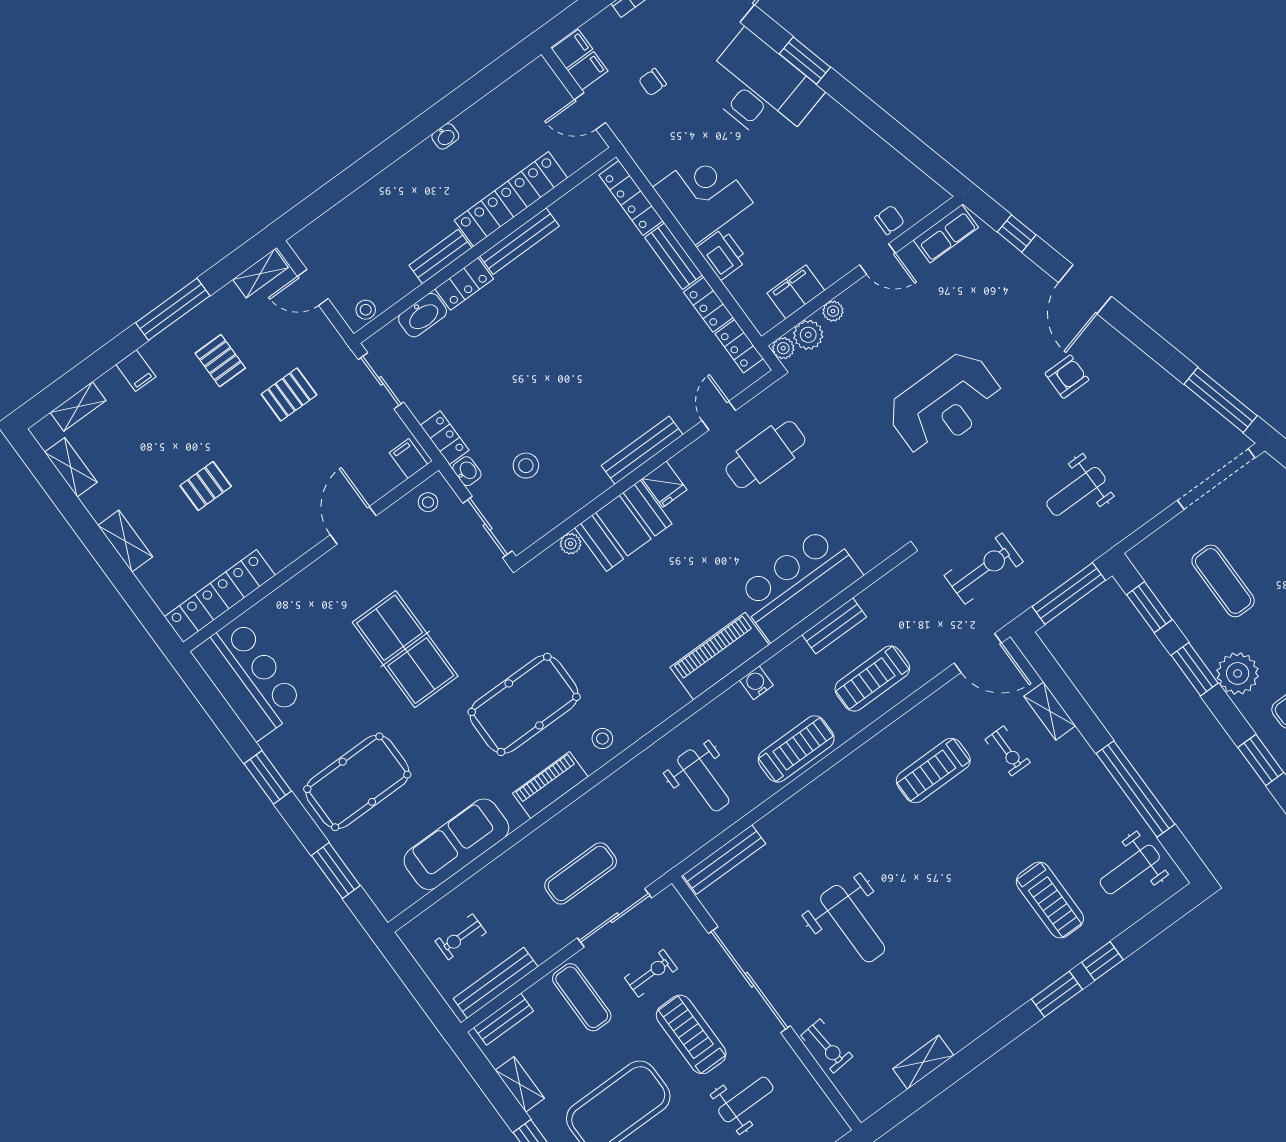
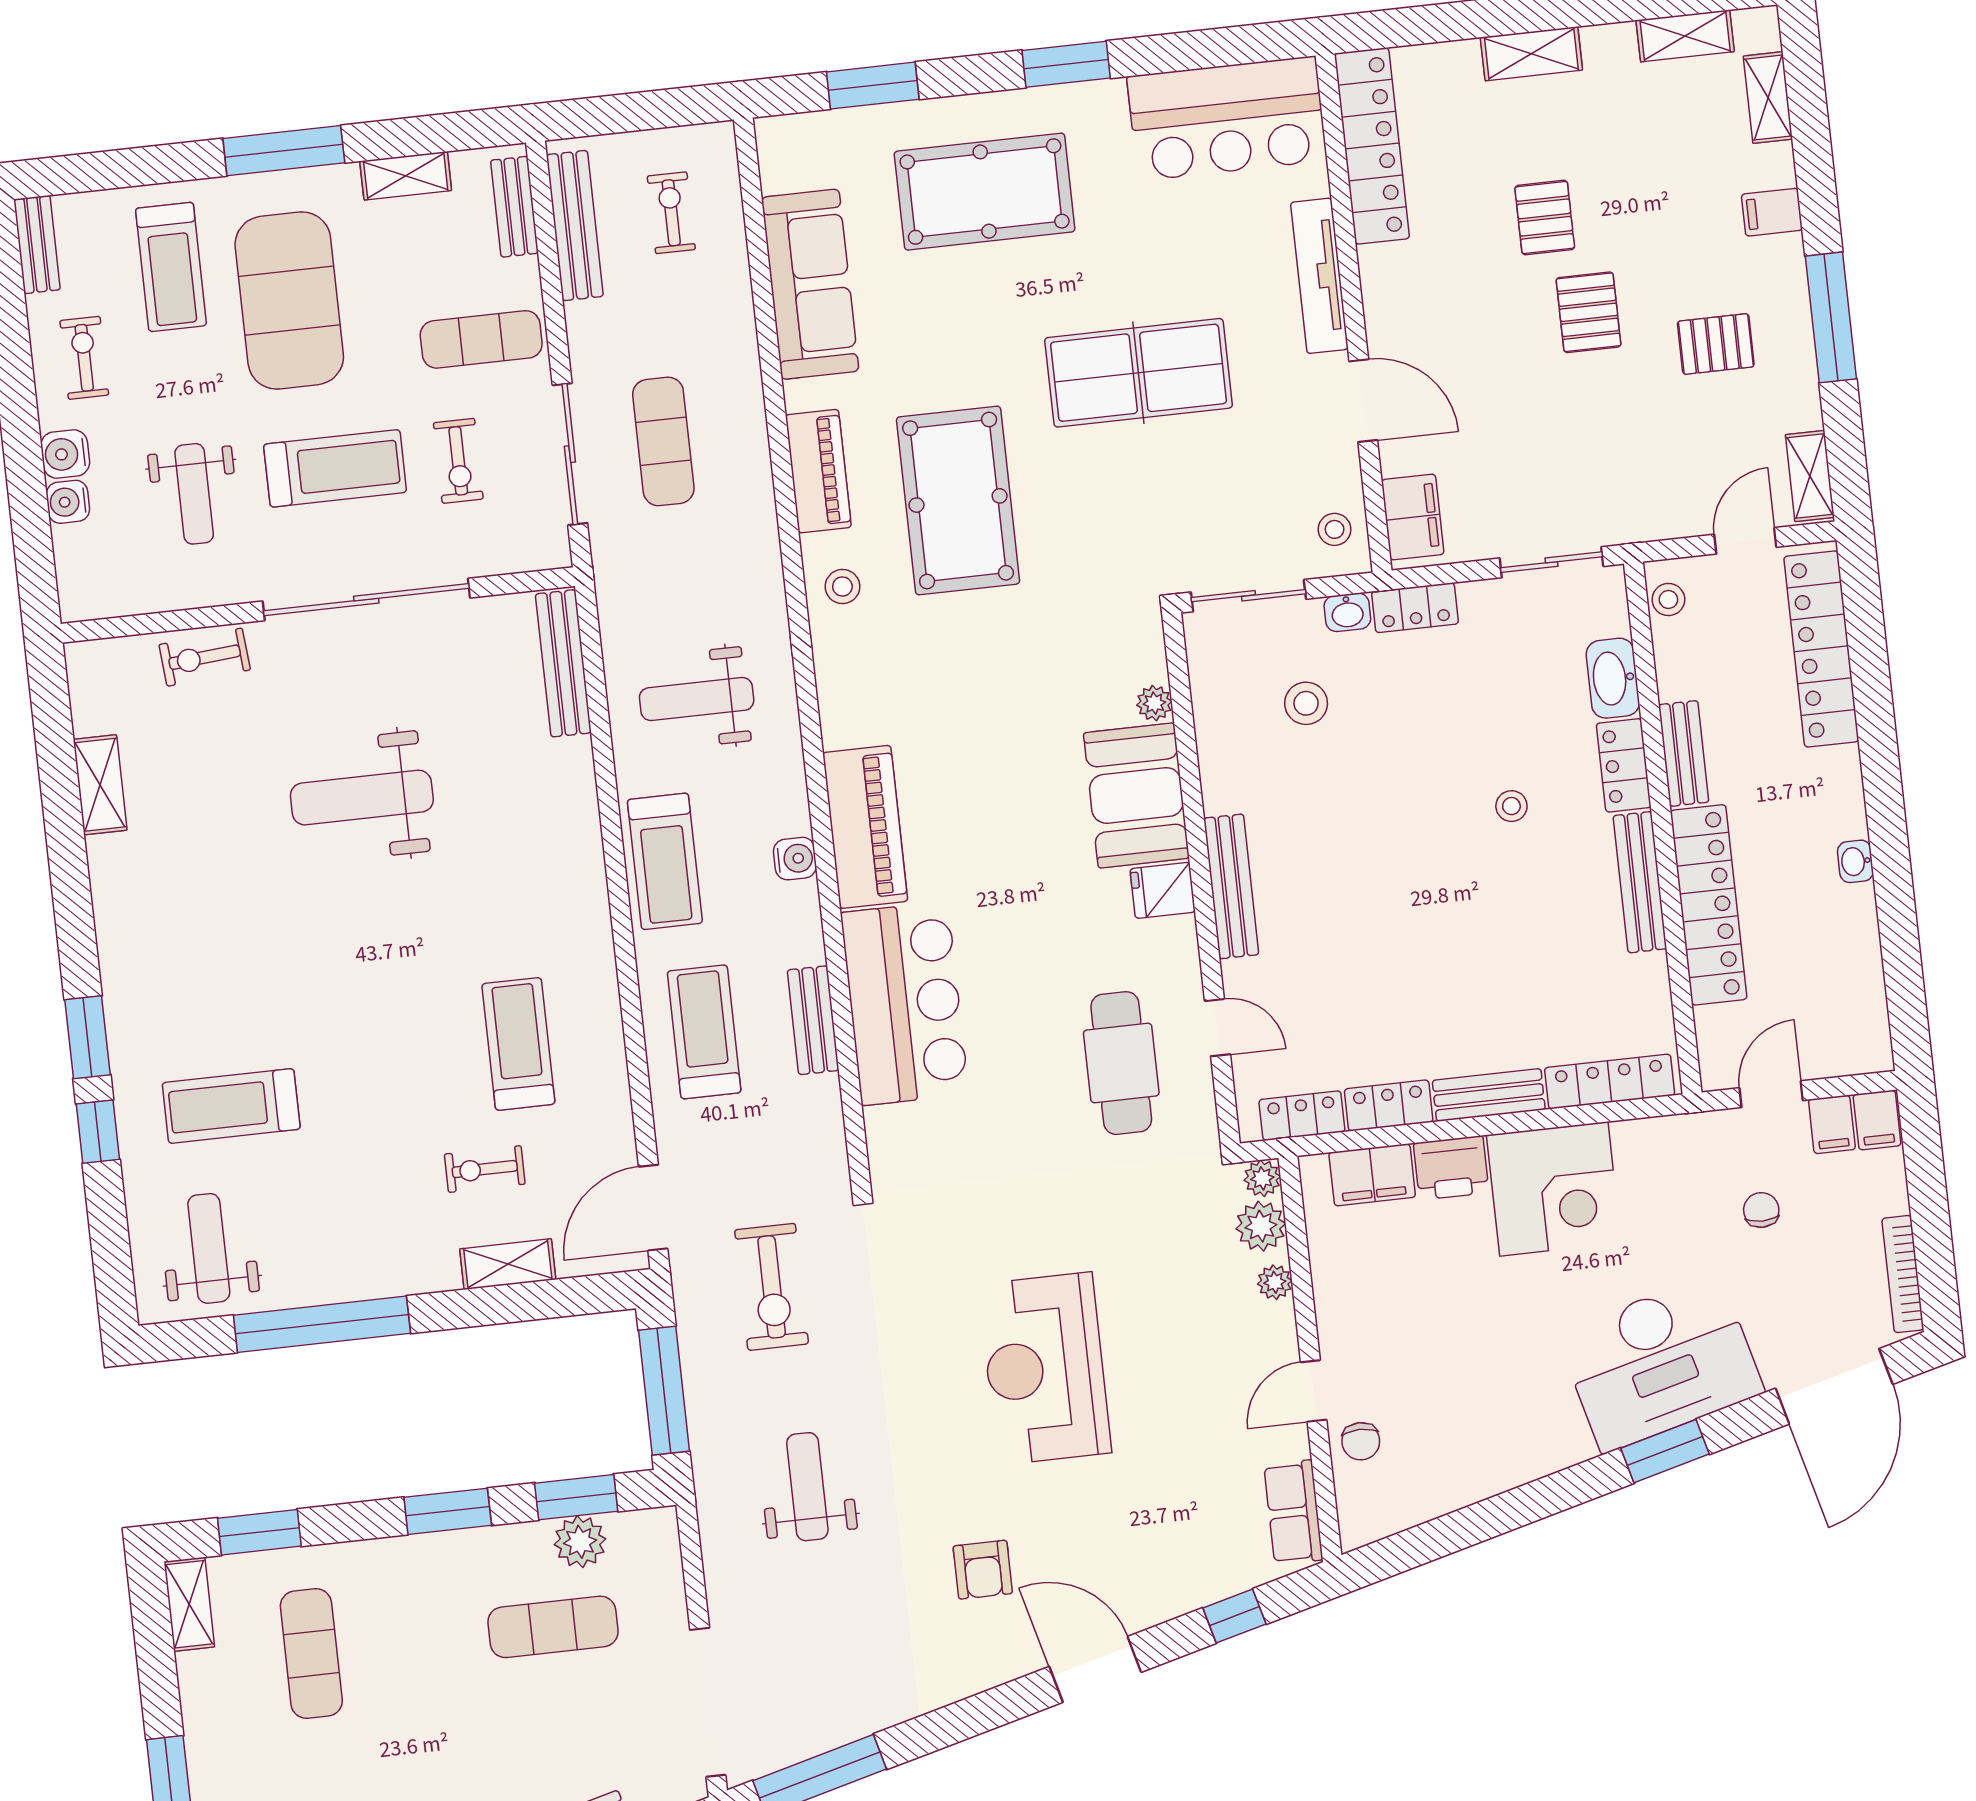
locker: (346, 216) -> (1821, 649), added
filing cabinet: (796, 292) -> (1372, 1175), moved, turned 90
stool: (518, 330) -> (1511, 806), added
pallet: (289, 395) -> (1589, 312), moved
filing cabinet: (408, 459) -> (1413, 517), width x2.00
tv unit: (302, 585) -> (1319, 276), added
plant: (1238, 673) -> (580, 1542), moved, width x0.73, depth x0.73
pool table: (357, 782) -> (985, 192), turned 90

